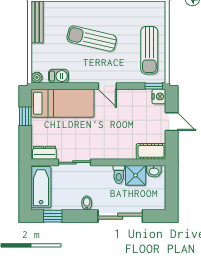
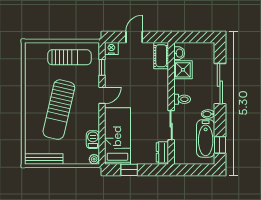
sun lounger: (92, 39) -> (59, 110), width x1.36, depth x1.34
window: (154, 86) -> (102, 67), moved
toilet: (119, 174) -> (182, 99), moved
bathtub: (41, 187) -> (206, 138), moved, turned -90

